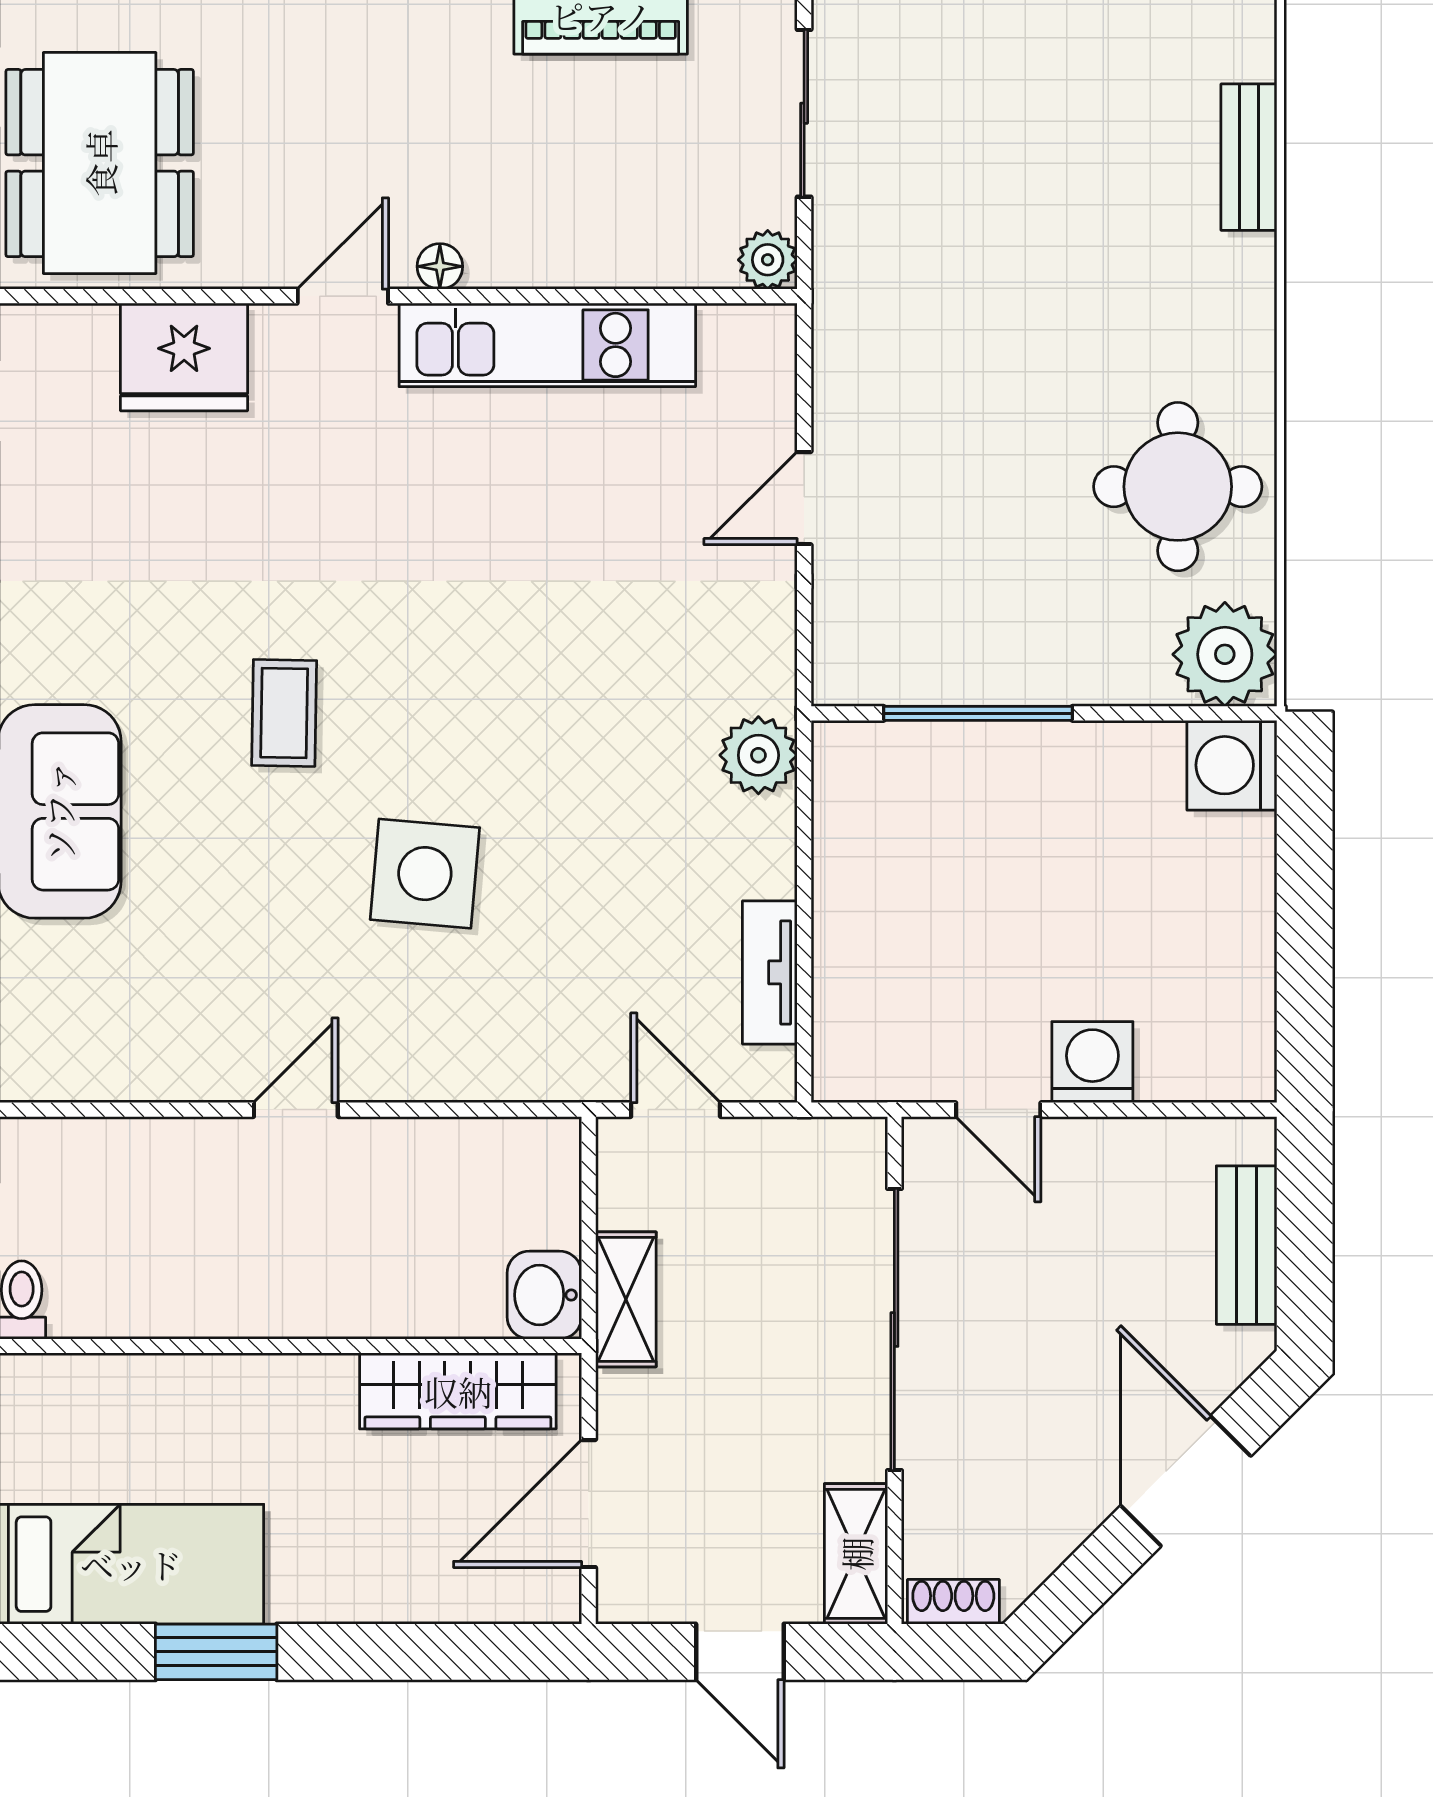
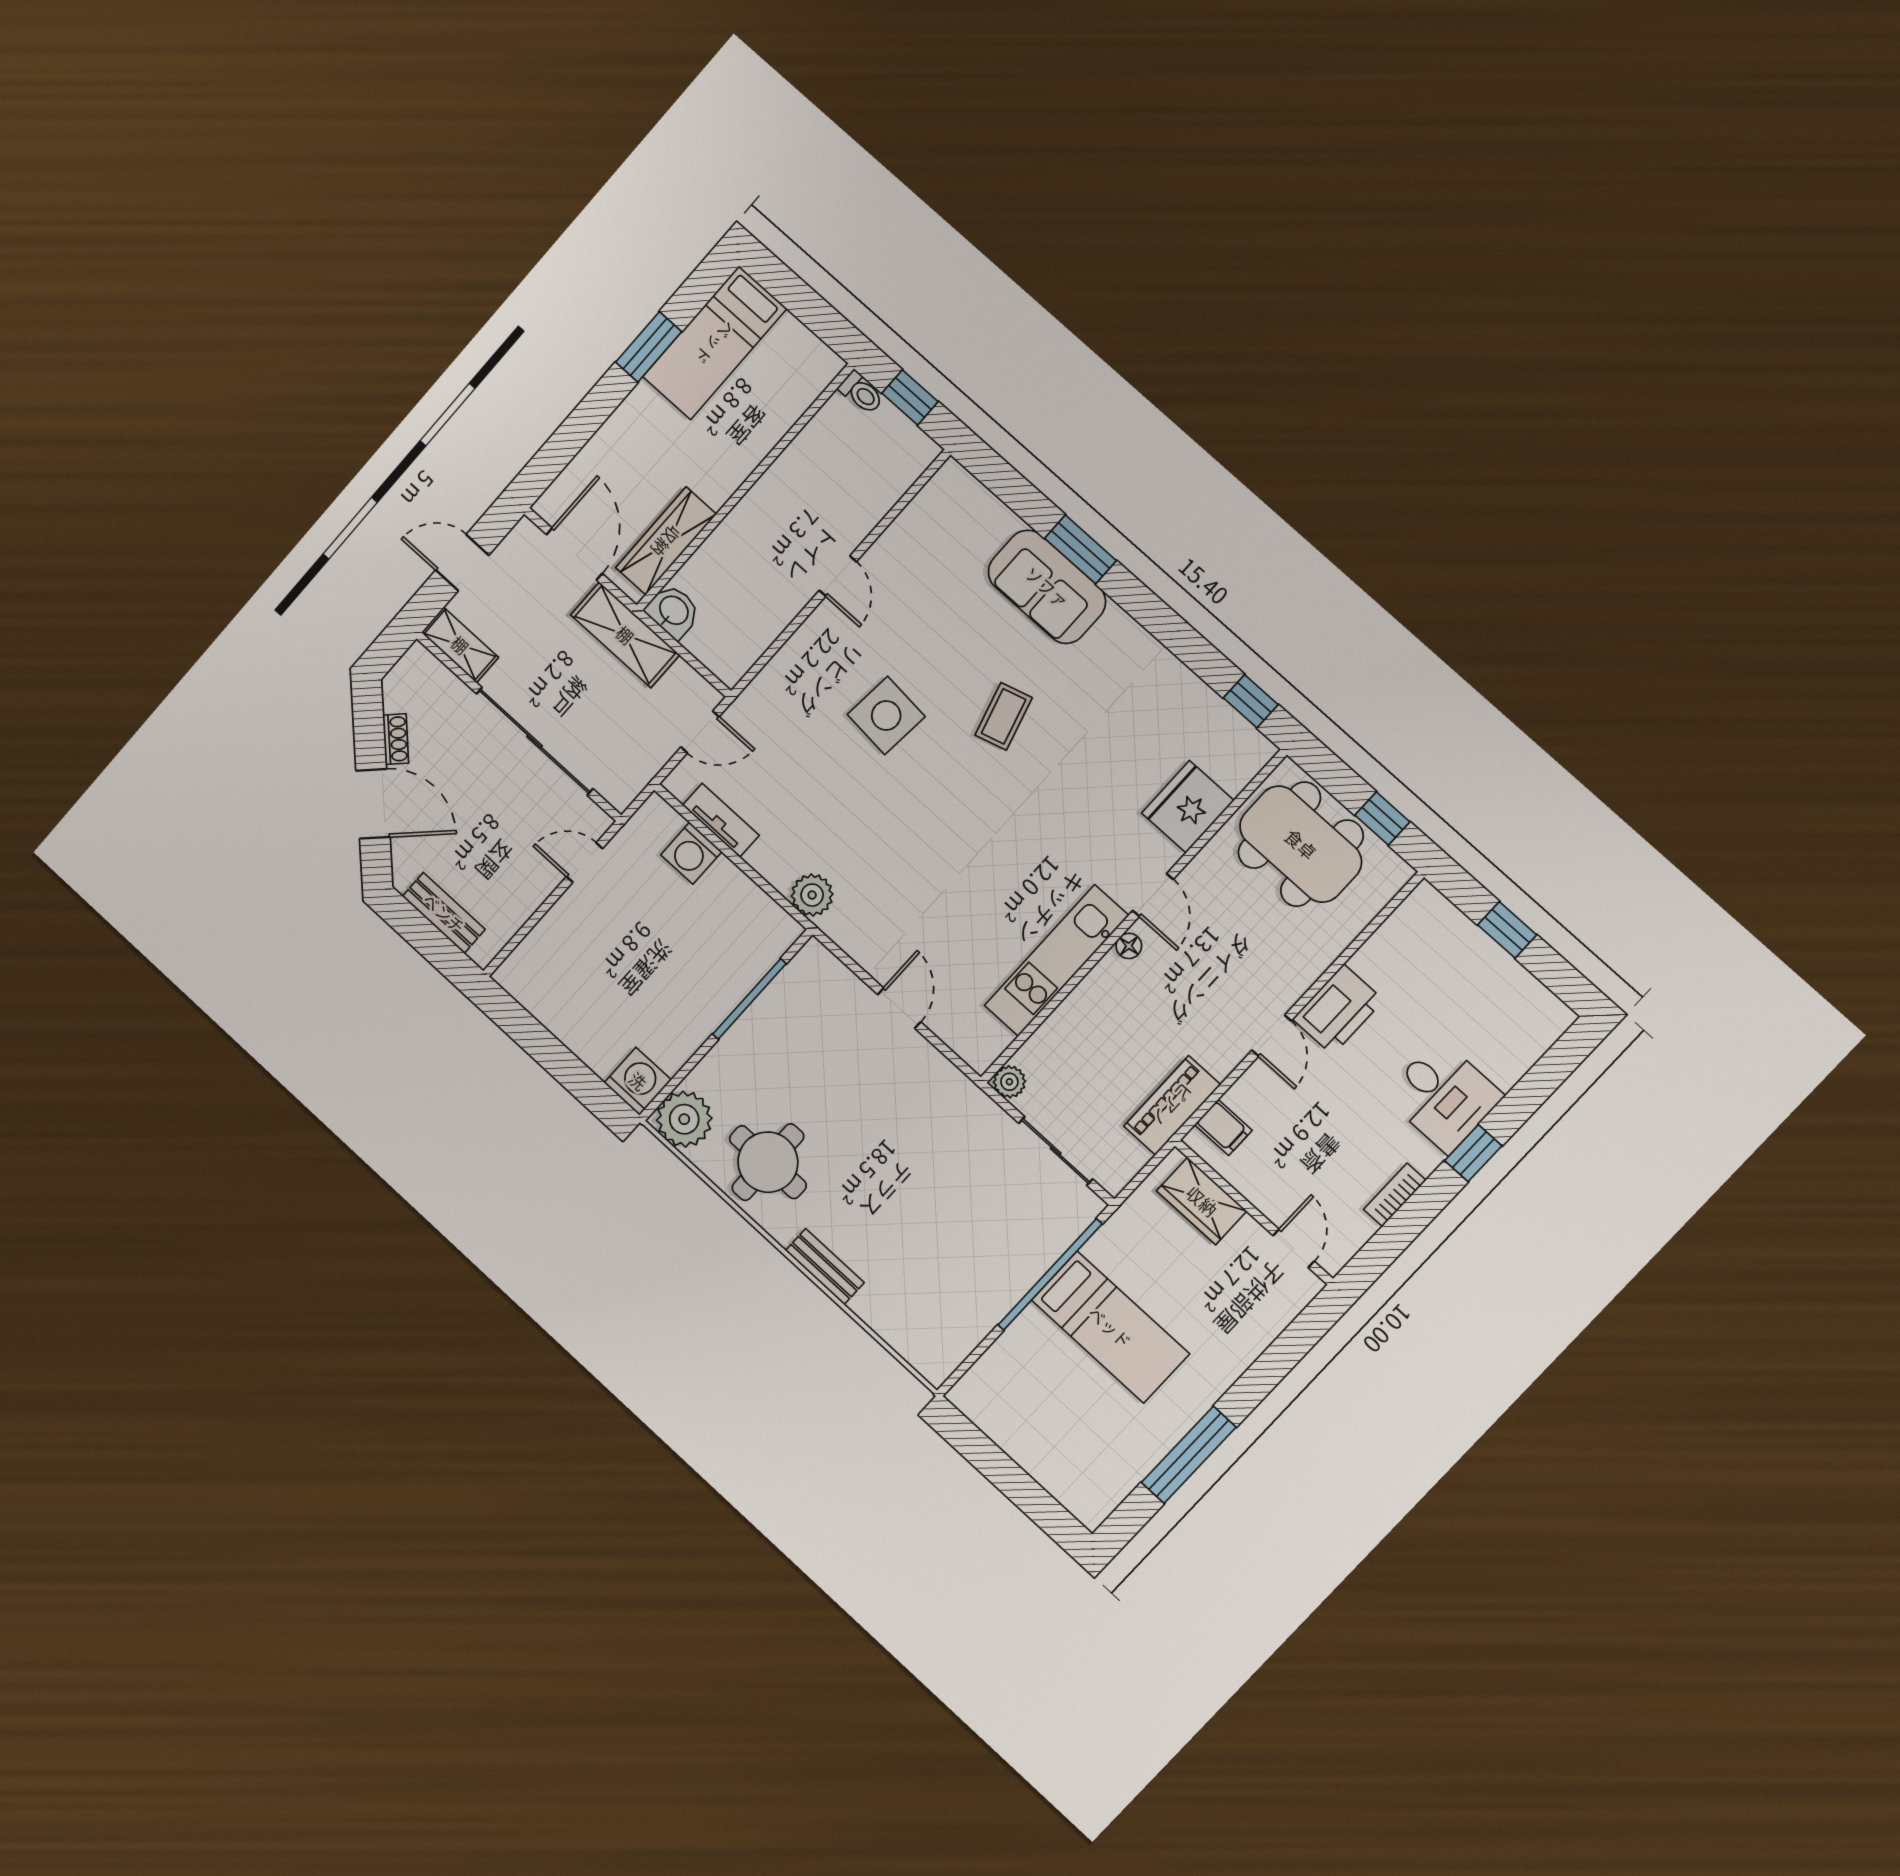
bench: (1249, 157) -> (825, 1267), moved
coffee table: (284, 713) -> (1004, 716), turned 73
washing machine: (1092, 1062) -> (691, 853), moved, turned 90
shelving: (626, 1299) -> (625, 635), width x1.50, depth x1.33
shoe rack: (953, 1602) -> (396, 739), moved, turned -45

